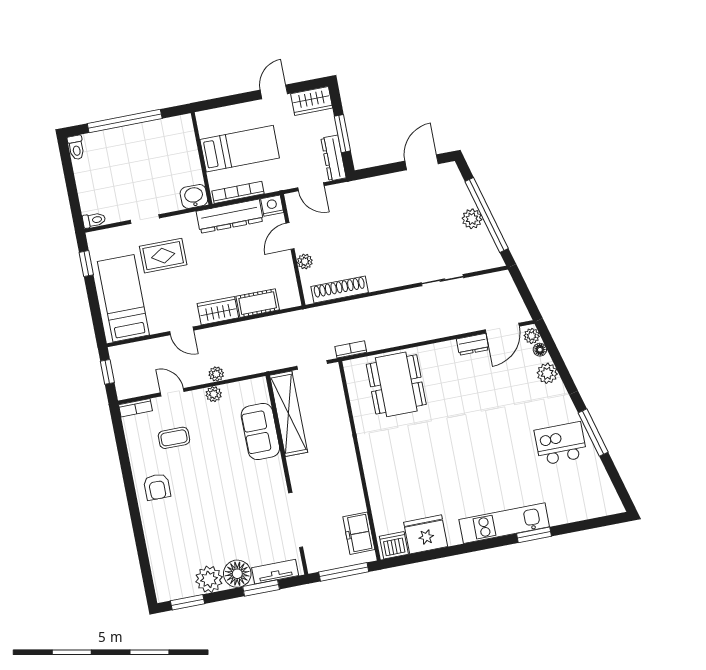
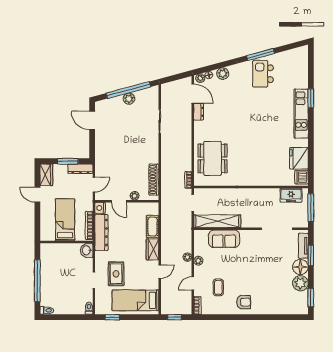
dining table: (396, 384) -> (213, 158), turned 90

